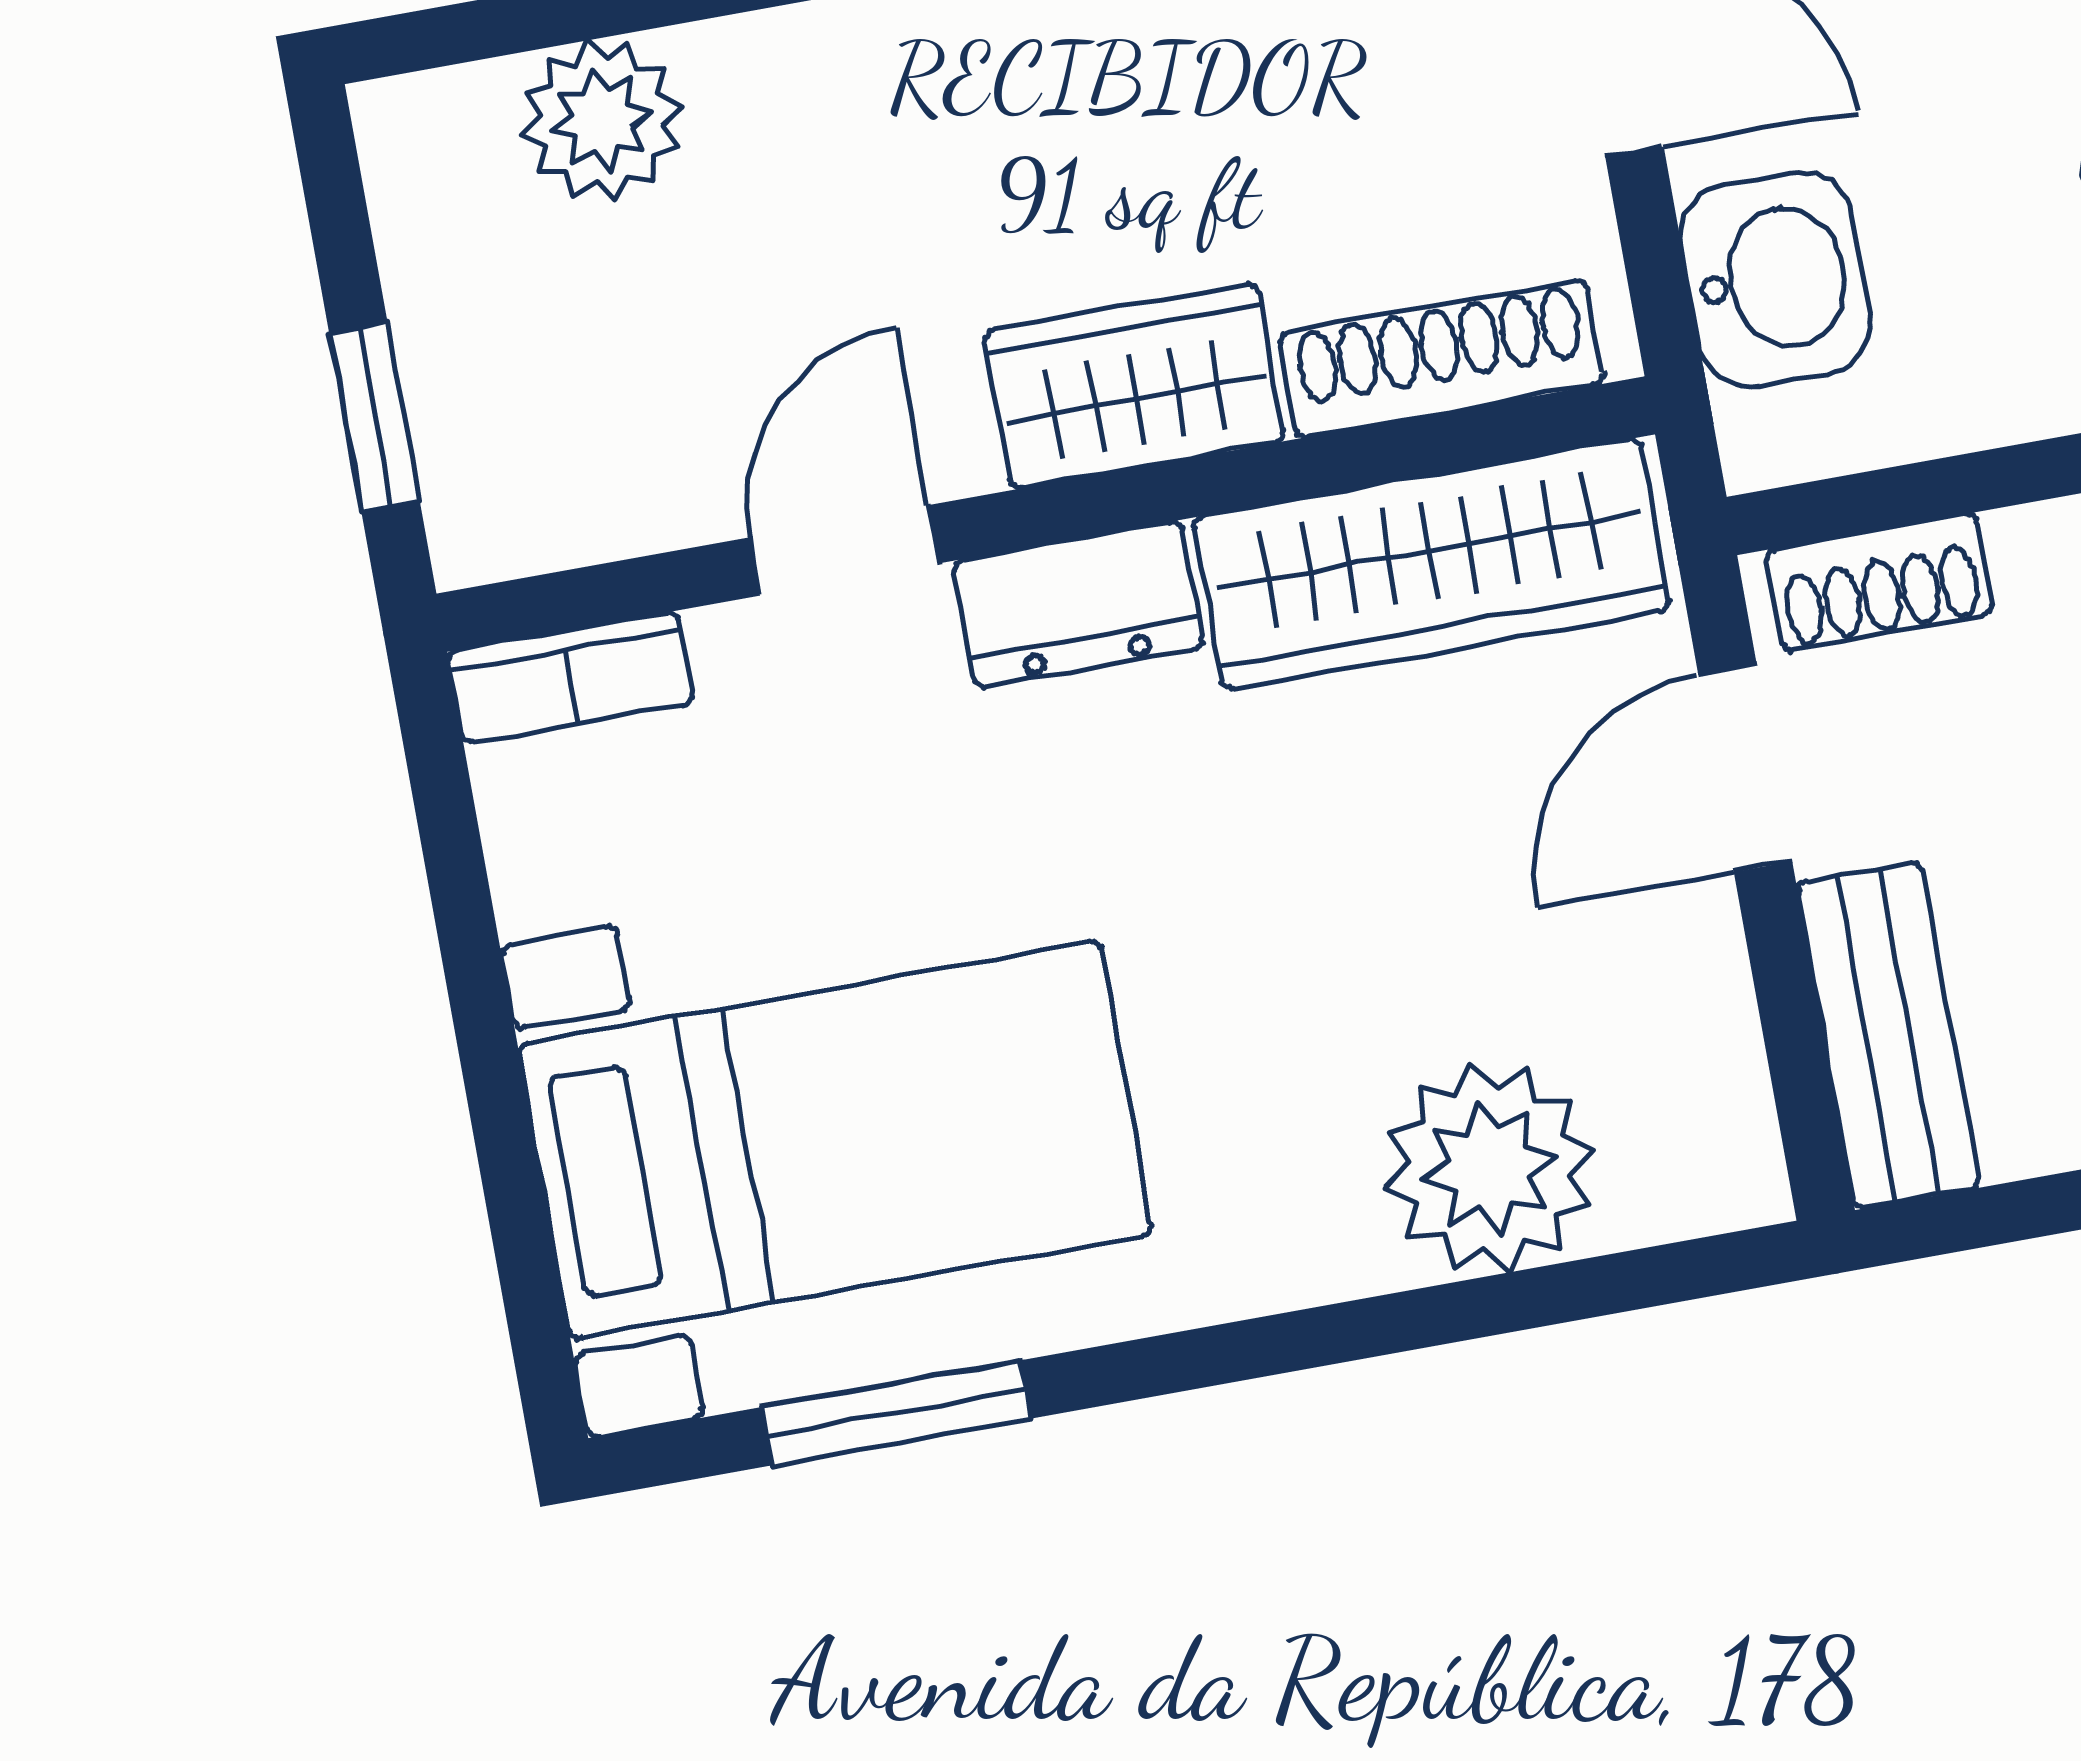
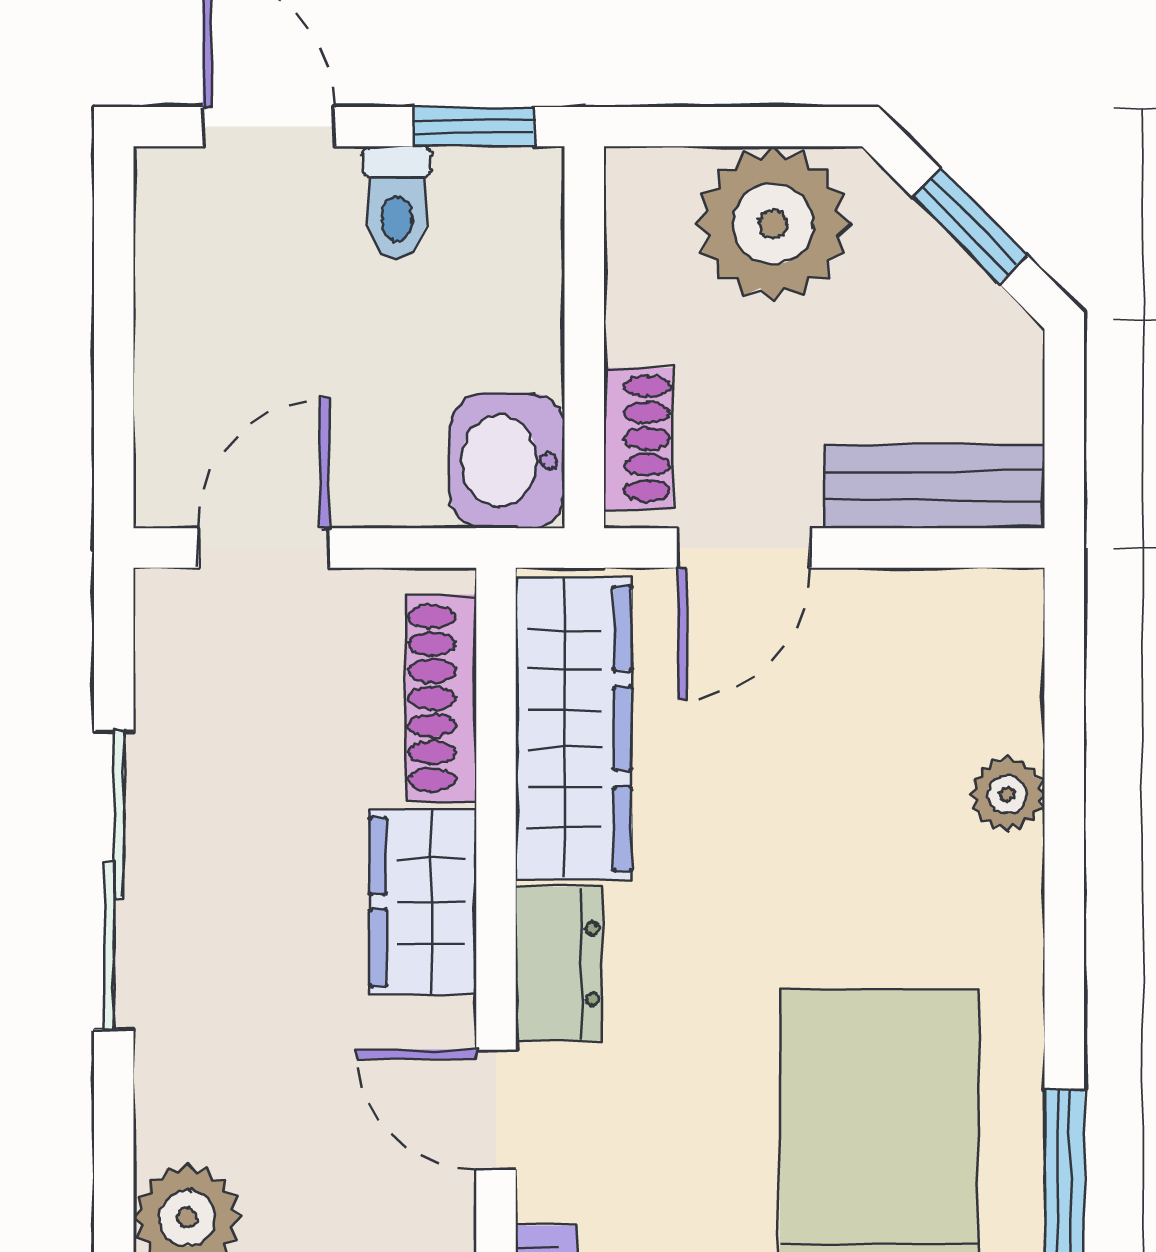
washbasin: (1775, 279) -> (507, 461), moved, turned -90
door: (1745, 768) -> (744, 548), hinge flipped
plant: (1490, 1168) -> (1007, 794), width x0.53, depth x0.53

